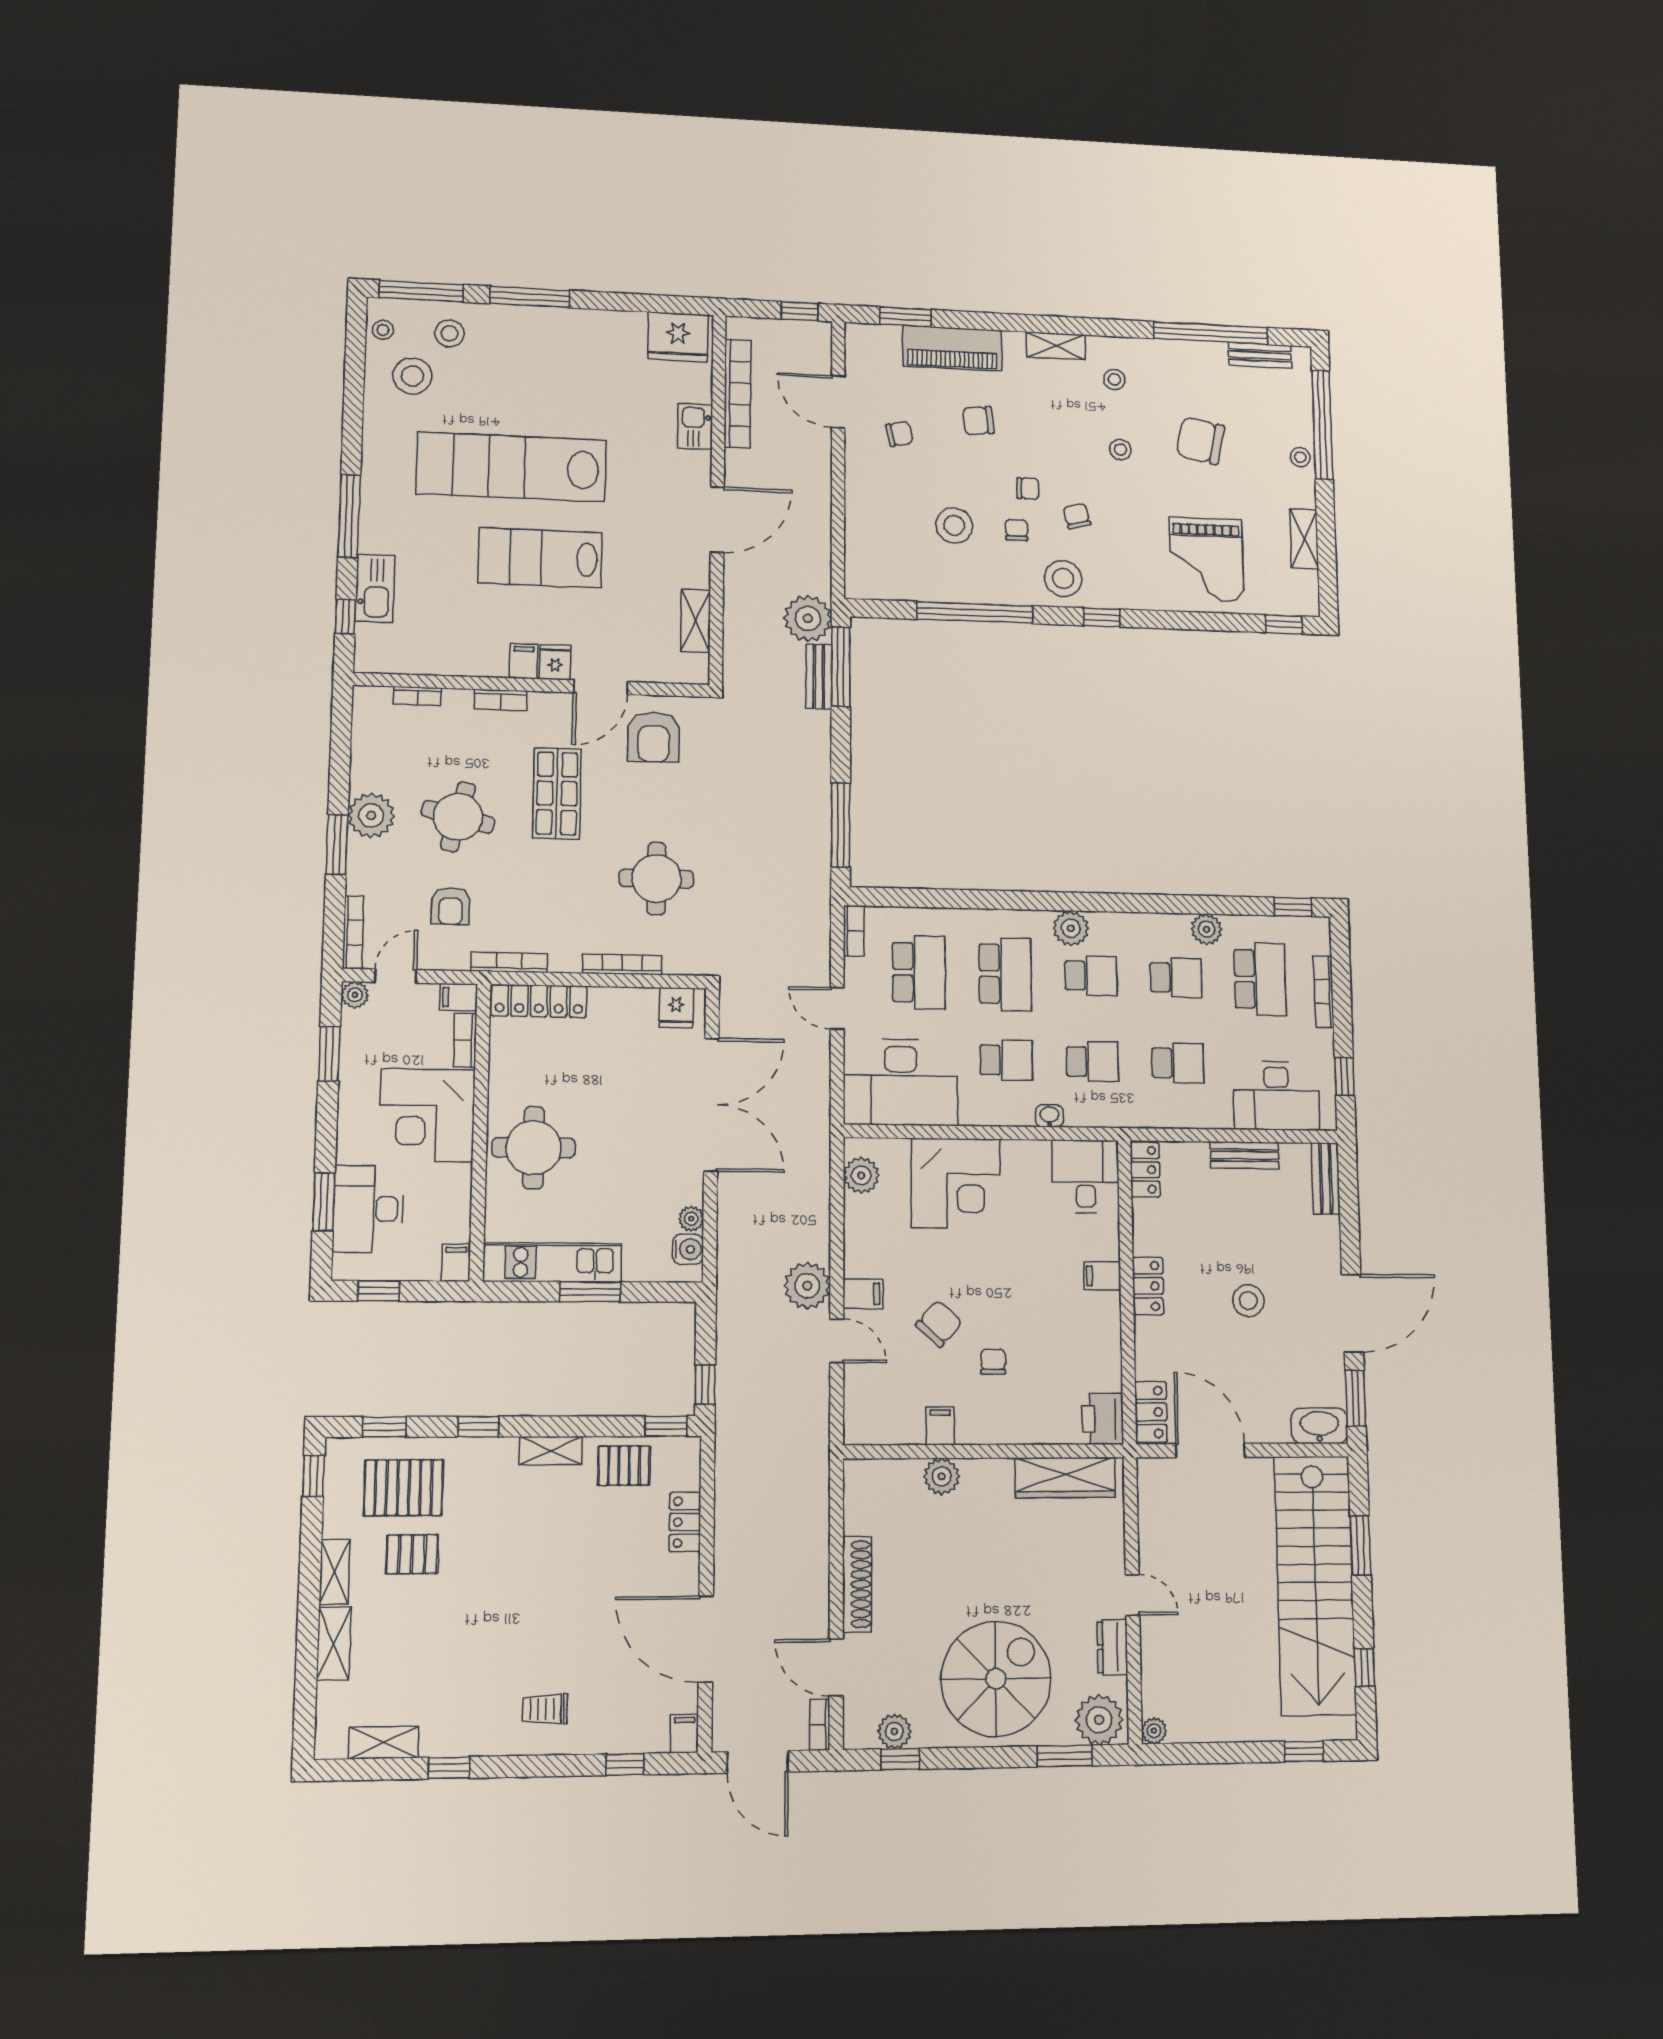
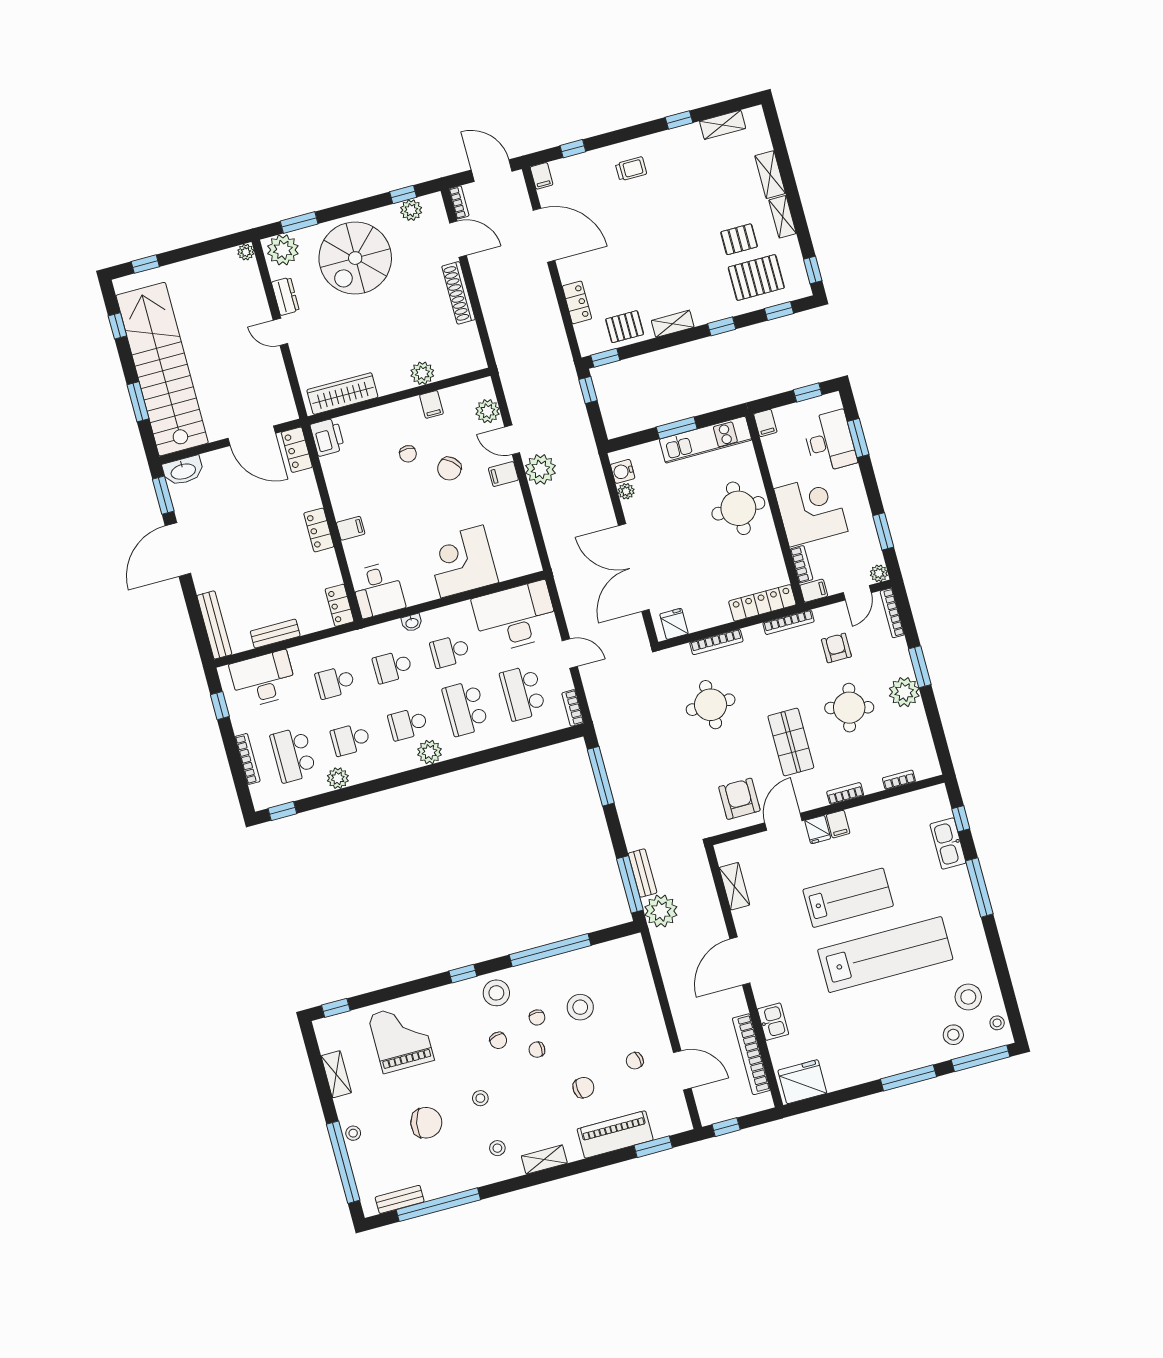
plant: (861, 1175) -> (488, 411), moved
bench: (1326, 1178) -> (214, 625), width x1.36
stool: (1248, 1301) -> (250, 539), removed

